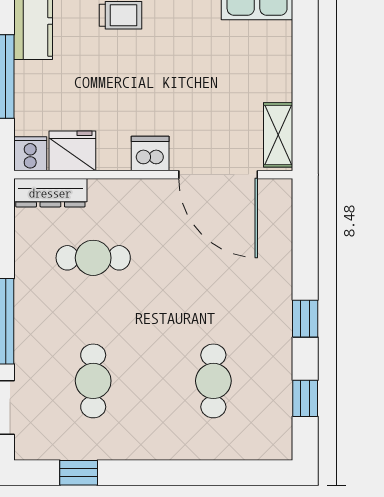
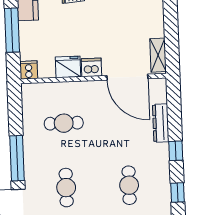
fridge: (72, 151) -> (68, 67), moved
dresser: (50, 193) -> (161, 123), moved, turned 90

